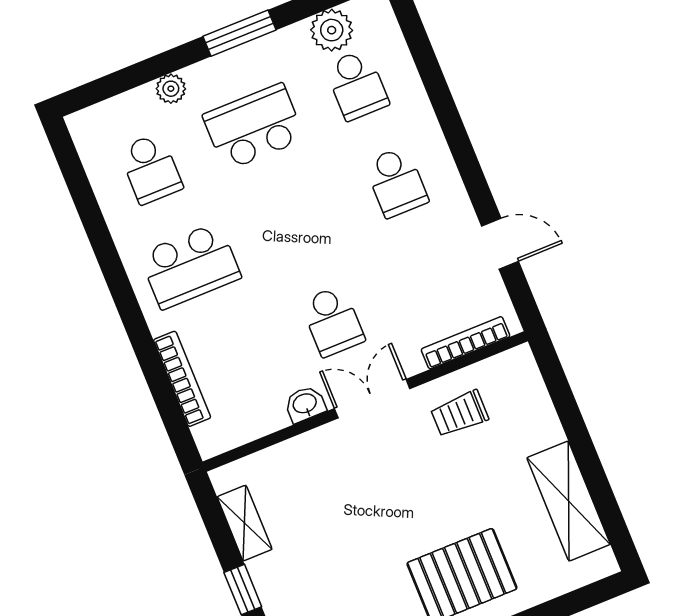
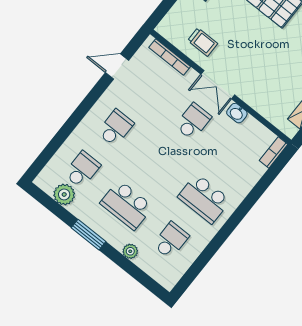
door: (500, 244) -> (117, 66), hinge flipped
school desk: (190, 266) -> (204, 199), turned 180
bookcase: (182, 379) -> (274, 152), moved, width x0.64

